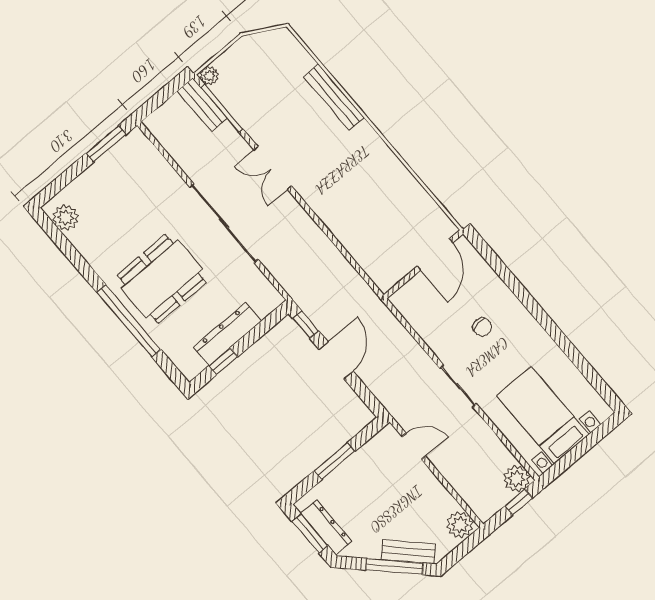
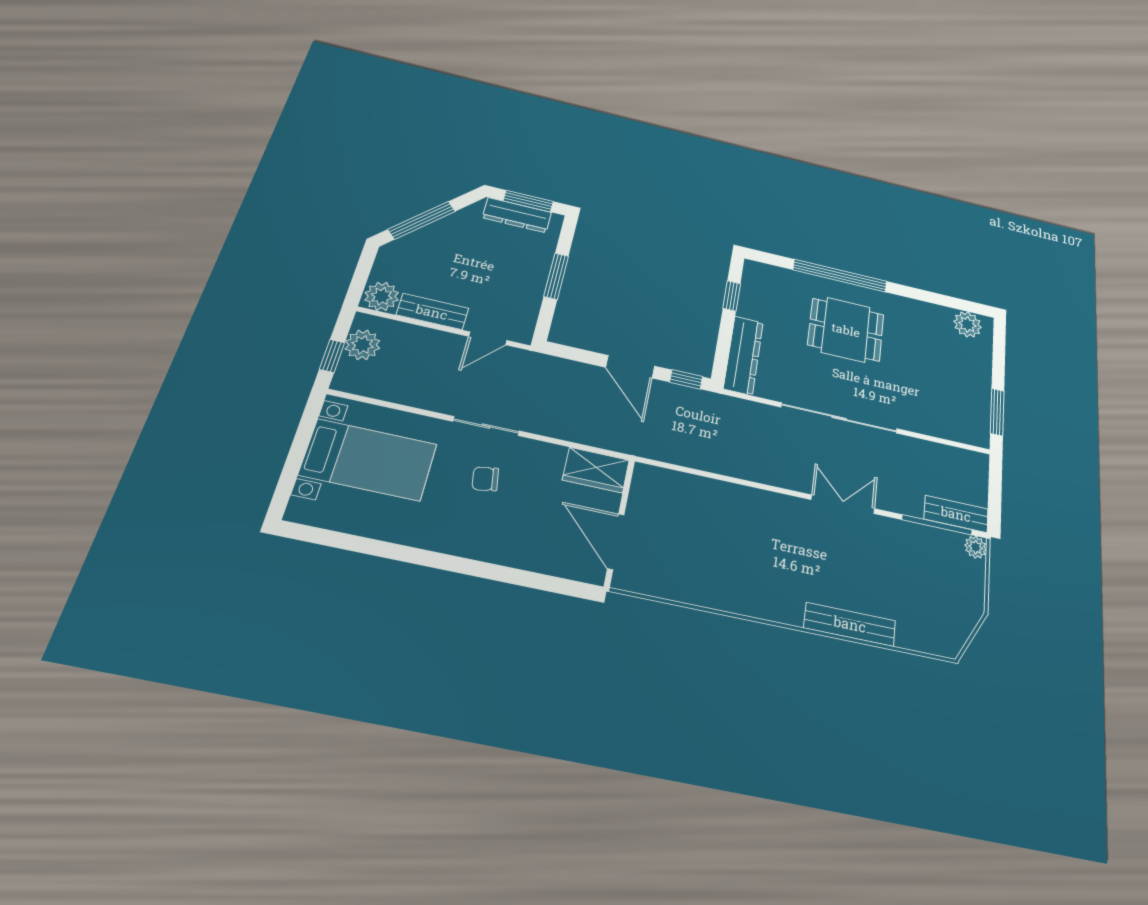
dining table: (162, 279) -> (846, 330), width x0.73
wardrobe: (412, 308) -> (596, 470), added
chair: (482, 327) -> (485, 479), moved
dresser: (228, 334) -> (743, 355), moved
plant: (517, 479) -> (363, 345), moved
bench: (408, 552) -> (432, 312), moved, turned 45

